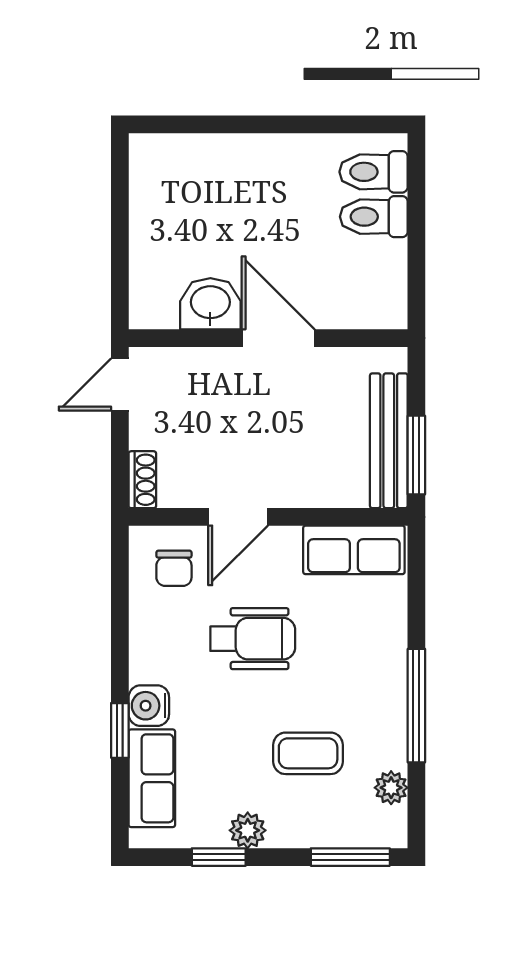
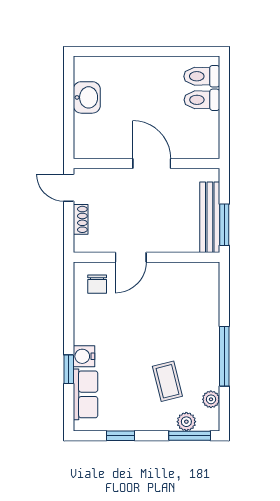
washbasin: (210, 304) -> (87, 97), moved, turned 90
door: (120, 384) -> (69, 188), hinge flipped
shoe rack: (142, 480) -> (81, 219), moved
row of seats: (354, 550) -> (192, 275), removed
wheelchair: (253, 639) -> (138, 321), removed
coffee table: (308, 753) -> (167, 381), turned 76
plant: (248, 830) -> (186, 422), moved

